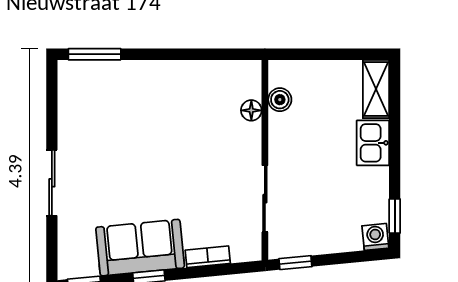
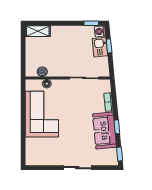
window: (95, 54) -> (23, 150), removed
corner sofa: (179, 99) -> (42, 114), added
kitchen sink: (373, 143) -> (100, 47), moved, turned 84
window: (295, 263) -> (109, 46), moved

